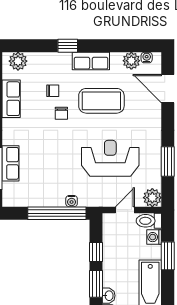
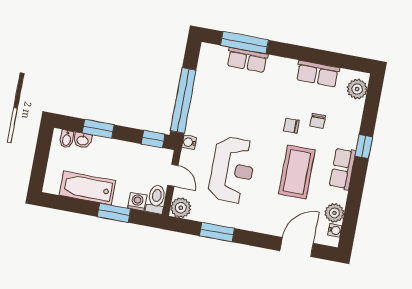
water cooler: (72, 201) -> (189, 142), moved
window: (96, 252) -> (153, 139), moved

